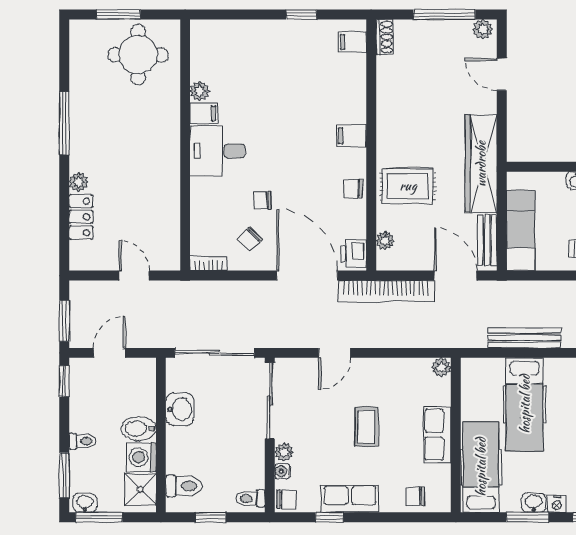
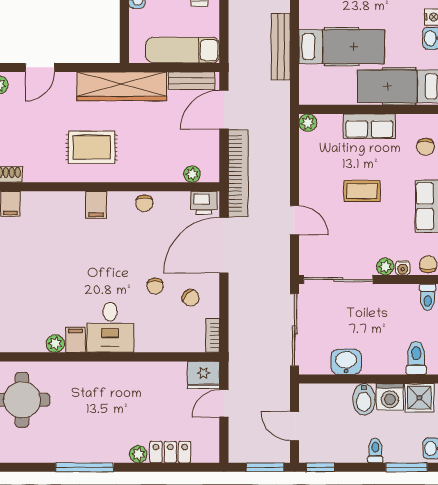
rug: (408, 186) -> (92, 147), moved, turned 90
fridge: (165, 253) -> (203, 375), added

